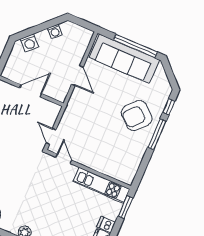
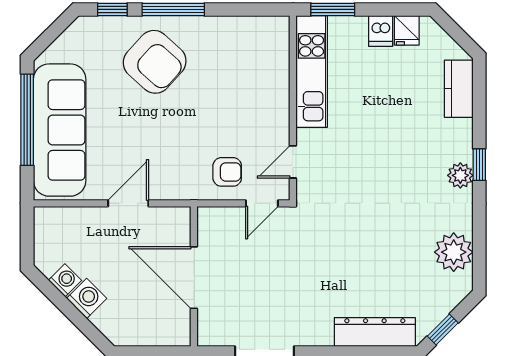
washing machine: (29, 43) -> (87, 298), moved
door: (31, 91) -> (194, 278), width x1.36
armchair: (72, 127) -> (227, 172), added

